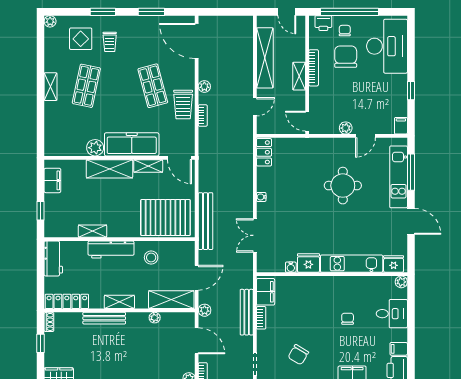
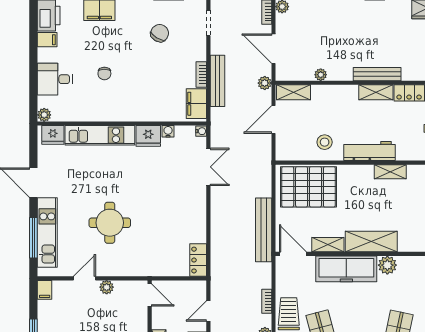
water cooler: (261, 197) -> (201, 131), moved
bench: (206, 221) -> (264, 230), moved
shelving: (171, 300) -> (294, 92), width x0.67, depth x0.75
shelving: (119, 302) -> (376, 92), moved

